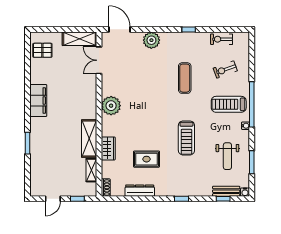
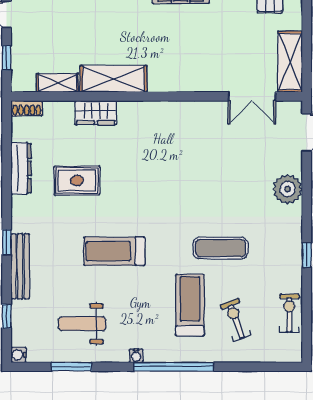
double door: (99, 60) -> (252, 96), swing flipped
treadmill: (229, 104) -> (190, 305), moved
plant: (111, 106) -> (172, 118), removed
rug: (147, 159) -> (77, 180), turned 90
bench: (226, 191) -> (20, 266), moved, width x1.36

